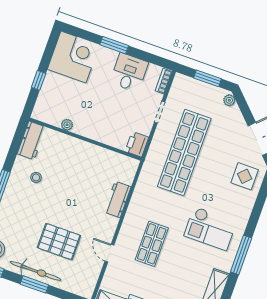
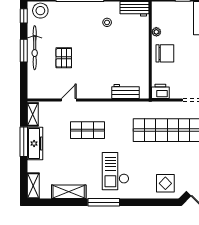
chair: (95, 124) -> (165, 53), added
workbench: (118, 199) -> (125, 92), moved
pallet: (59, 242) -> (64, 58), width x0.67, depth x0.71

